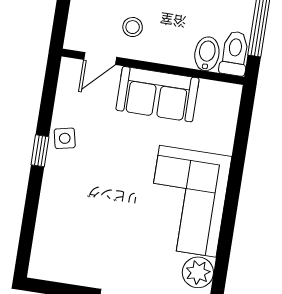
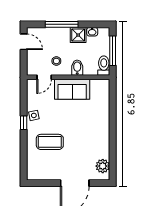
bidet: (207, 54) -> (77, 68), moved
corner sofa: (188, 201) -> (93, 135), removed
coffee table: (90, 202) -> (50, 142), added

